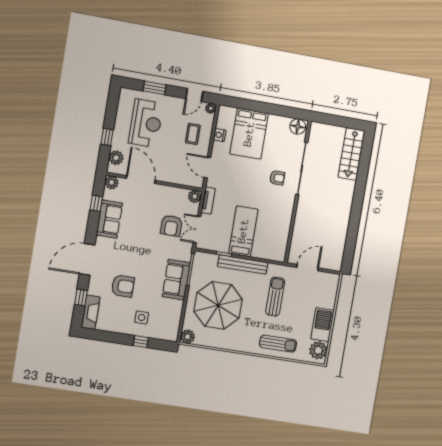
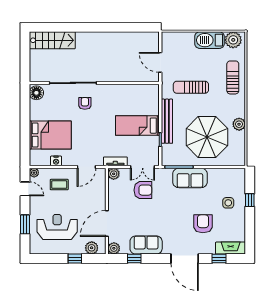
plant: (188, 337) -> (239, 124), moved

